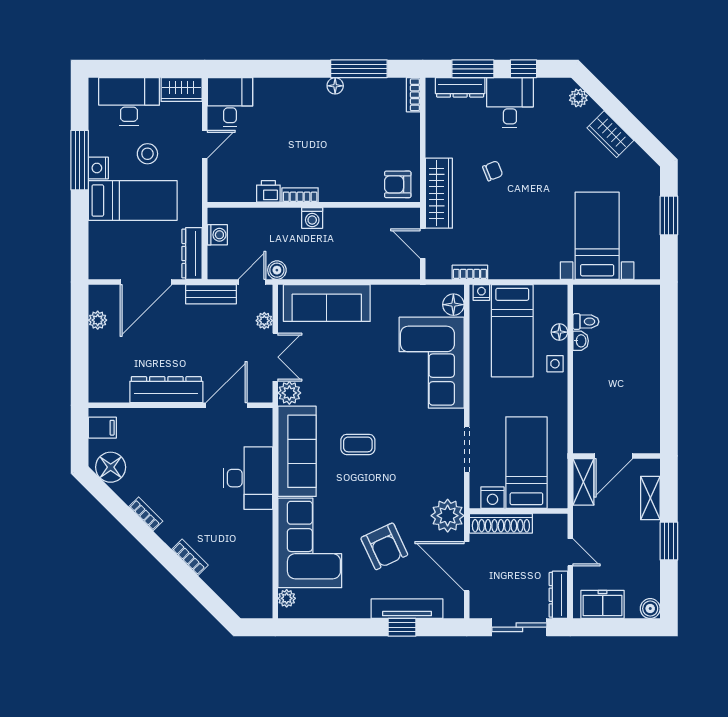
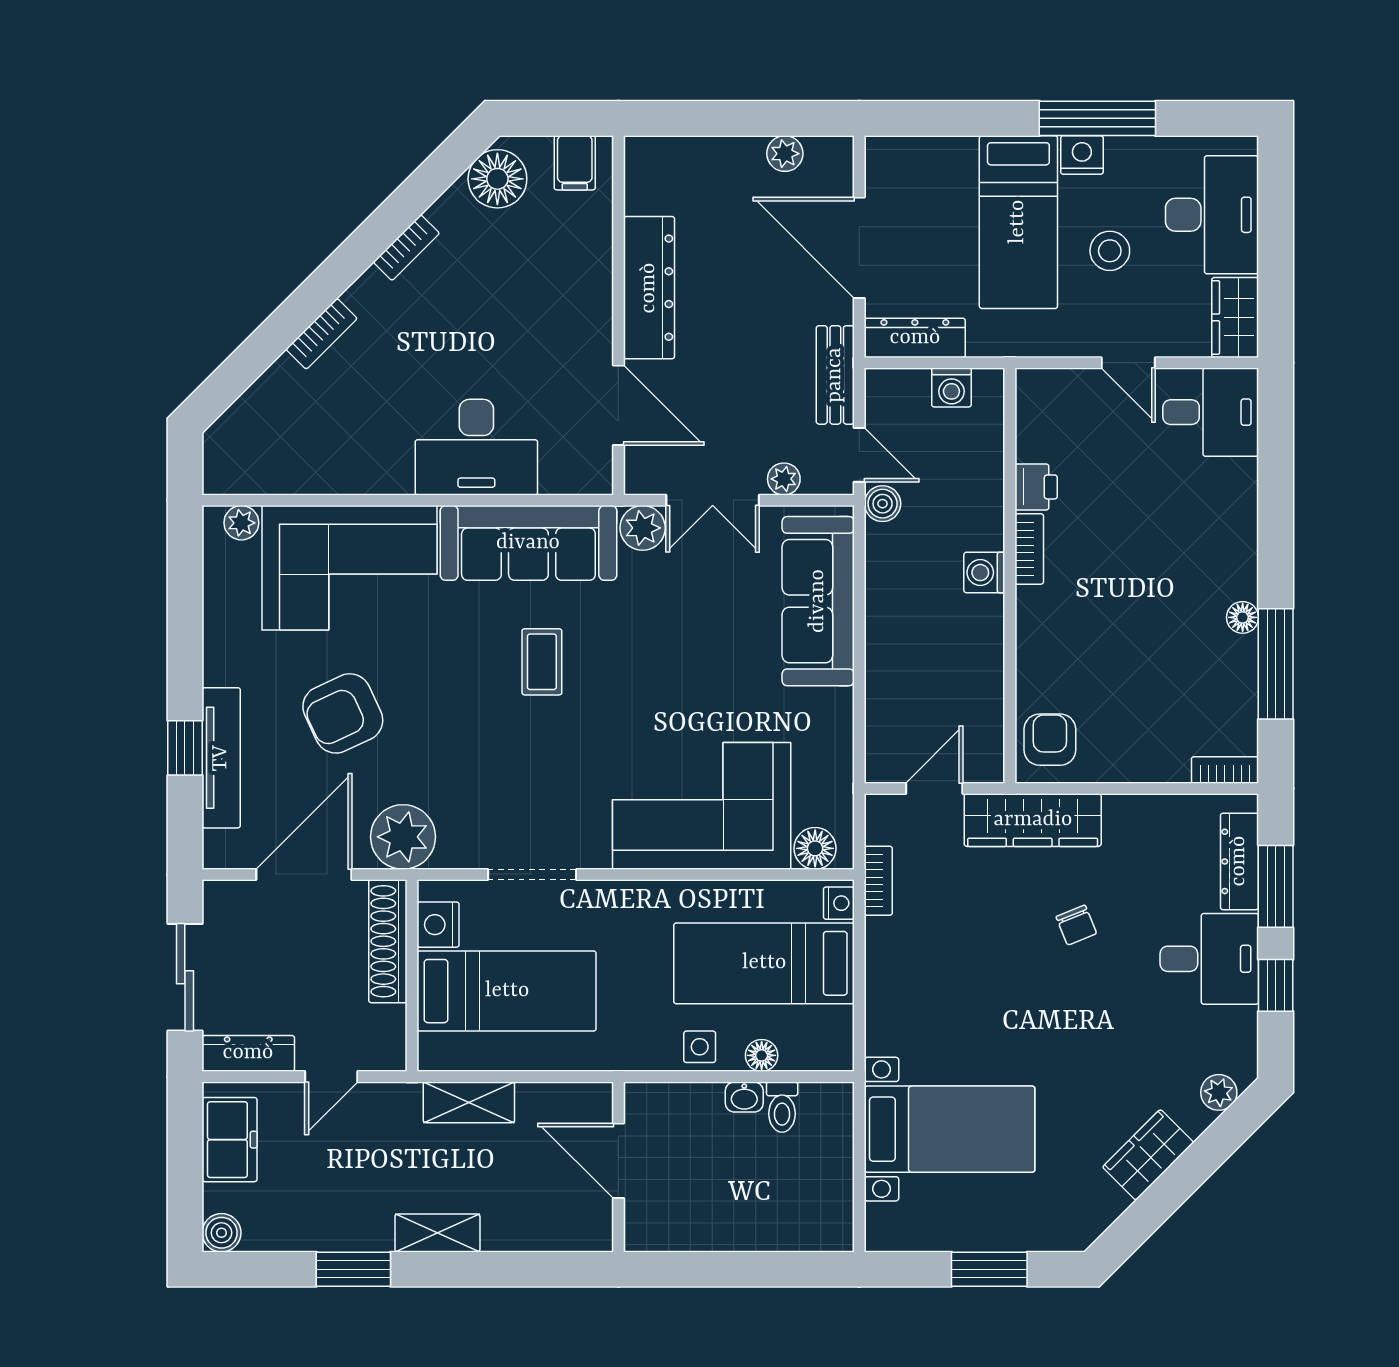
door: (613, 456) -> (618, 1161), moved
wall: (616, 456) -> (618, 1167), moved

